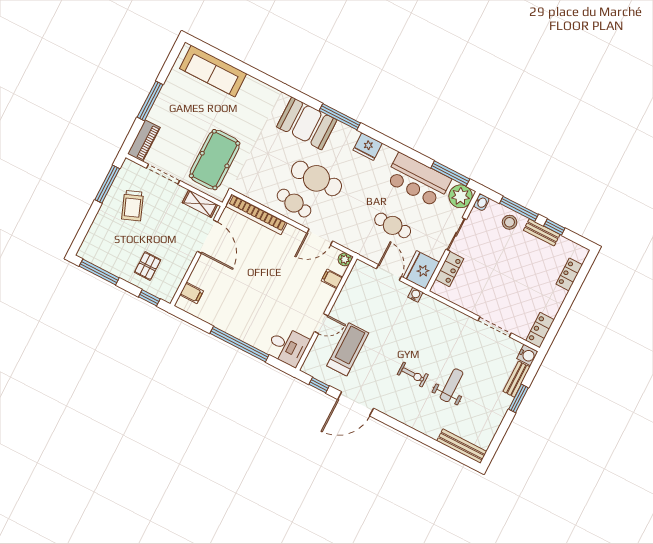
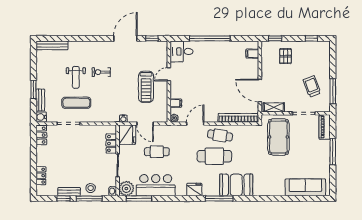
window: (99, 272) -> (311, 38), width x0.46
treadmill: (348, 349) -> (146, 87), moved
exercise mat: (469, 350) -> (76, 103), added

